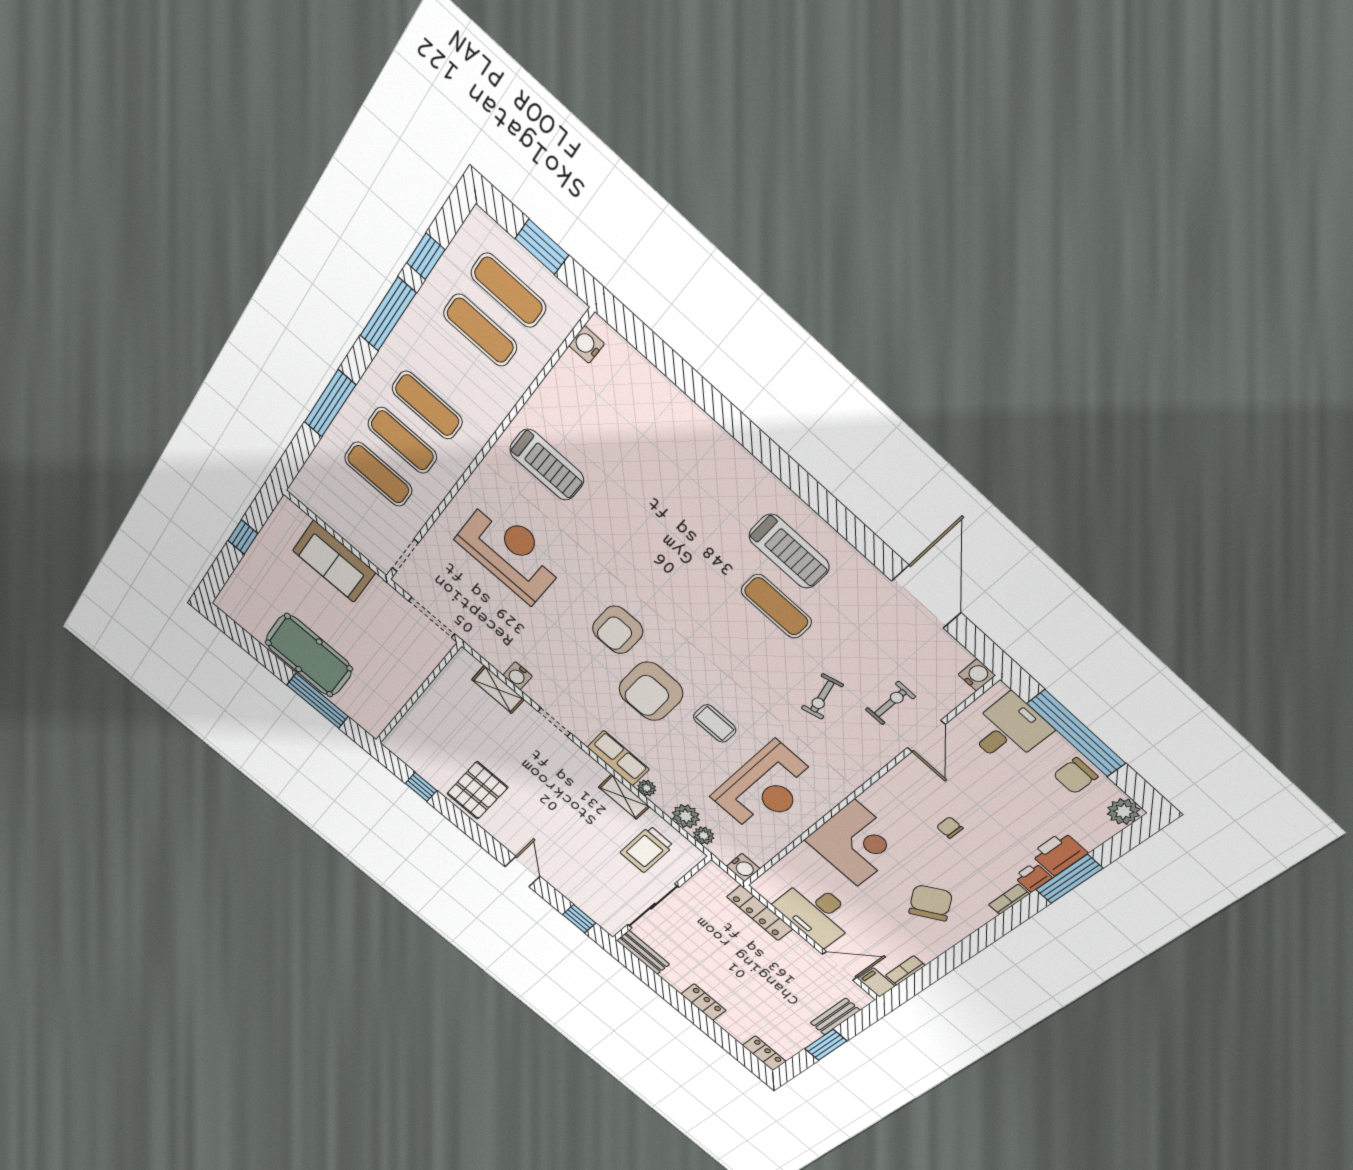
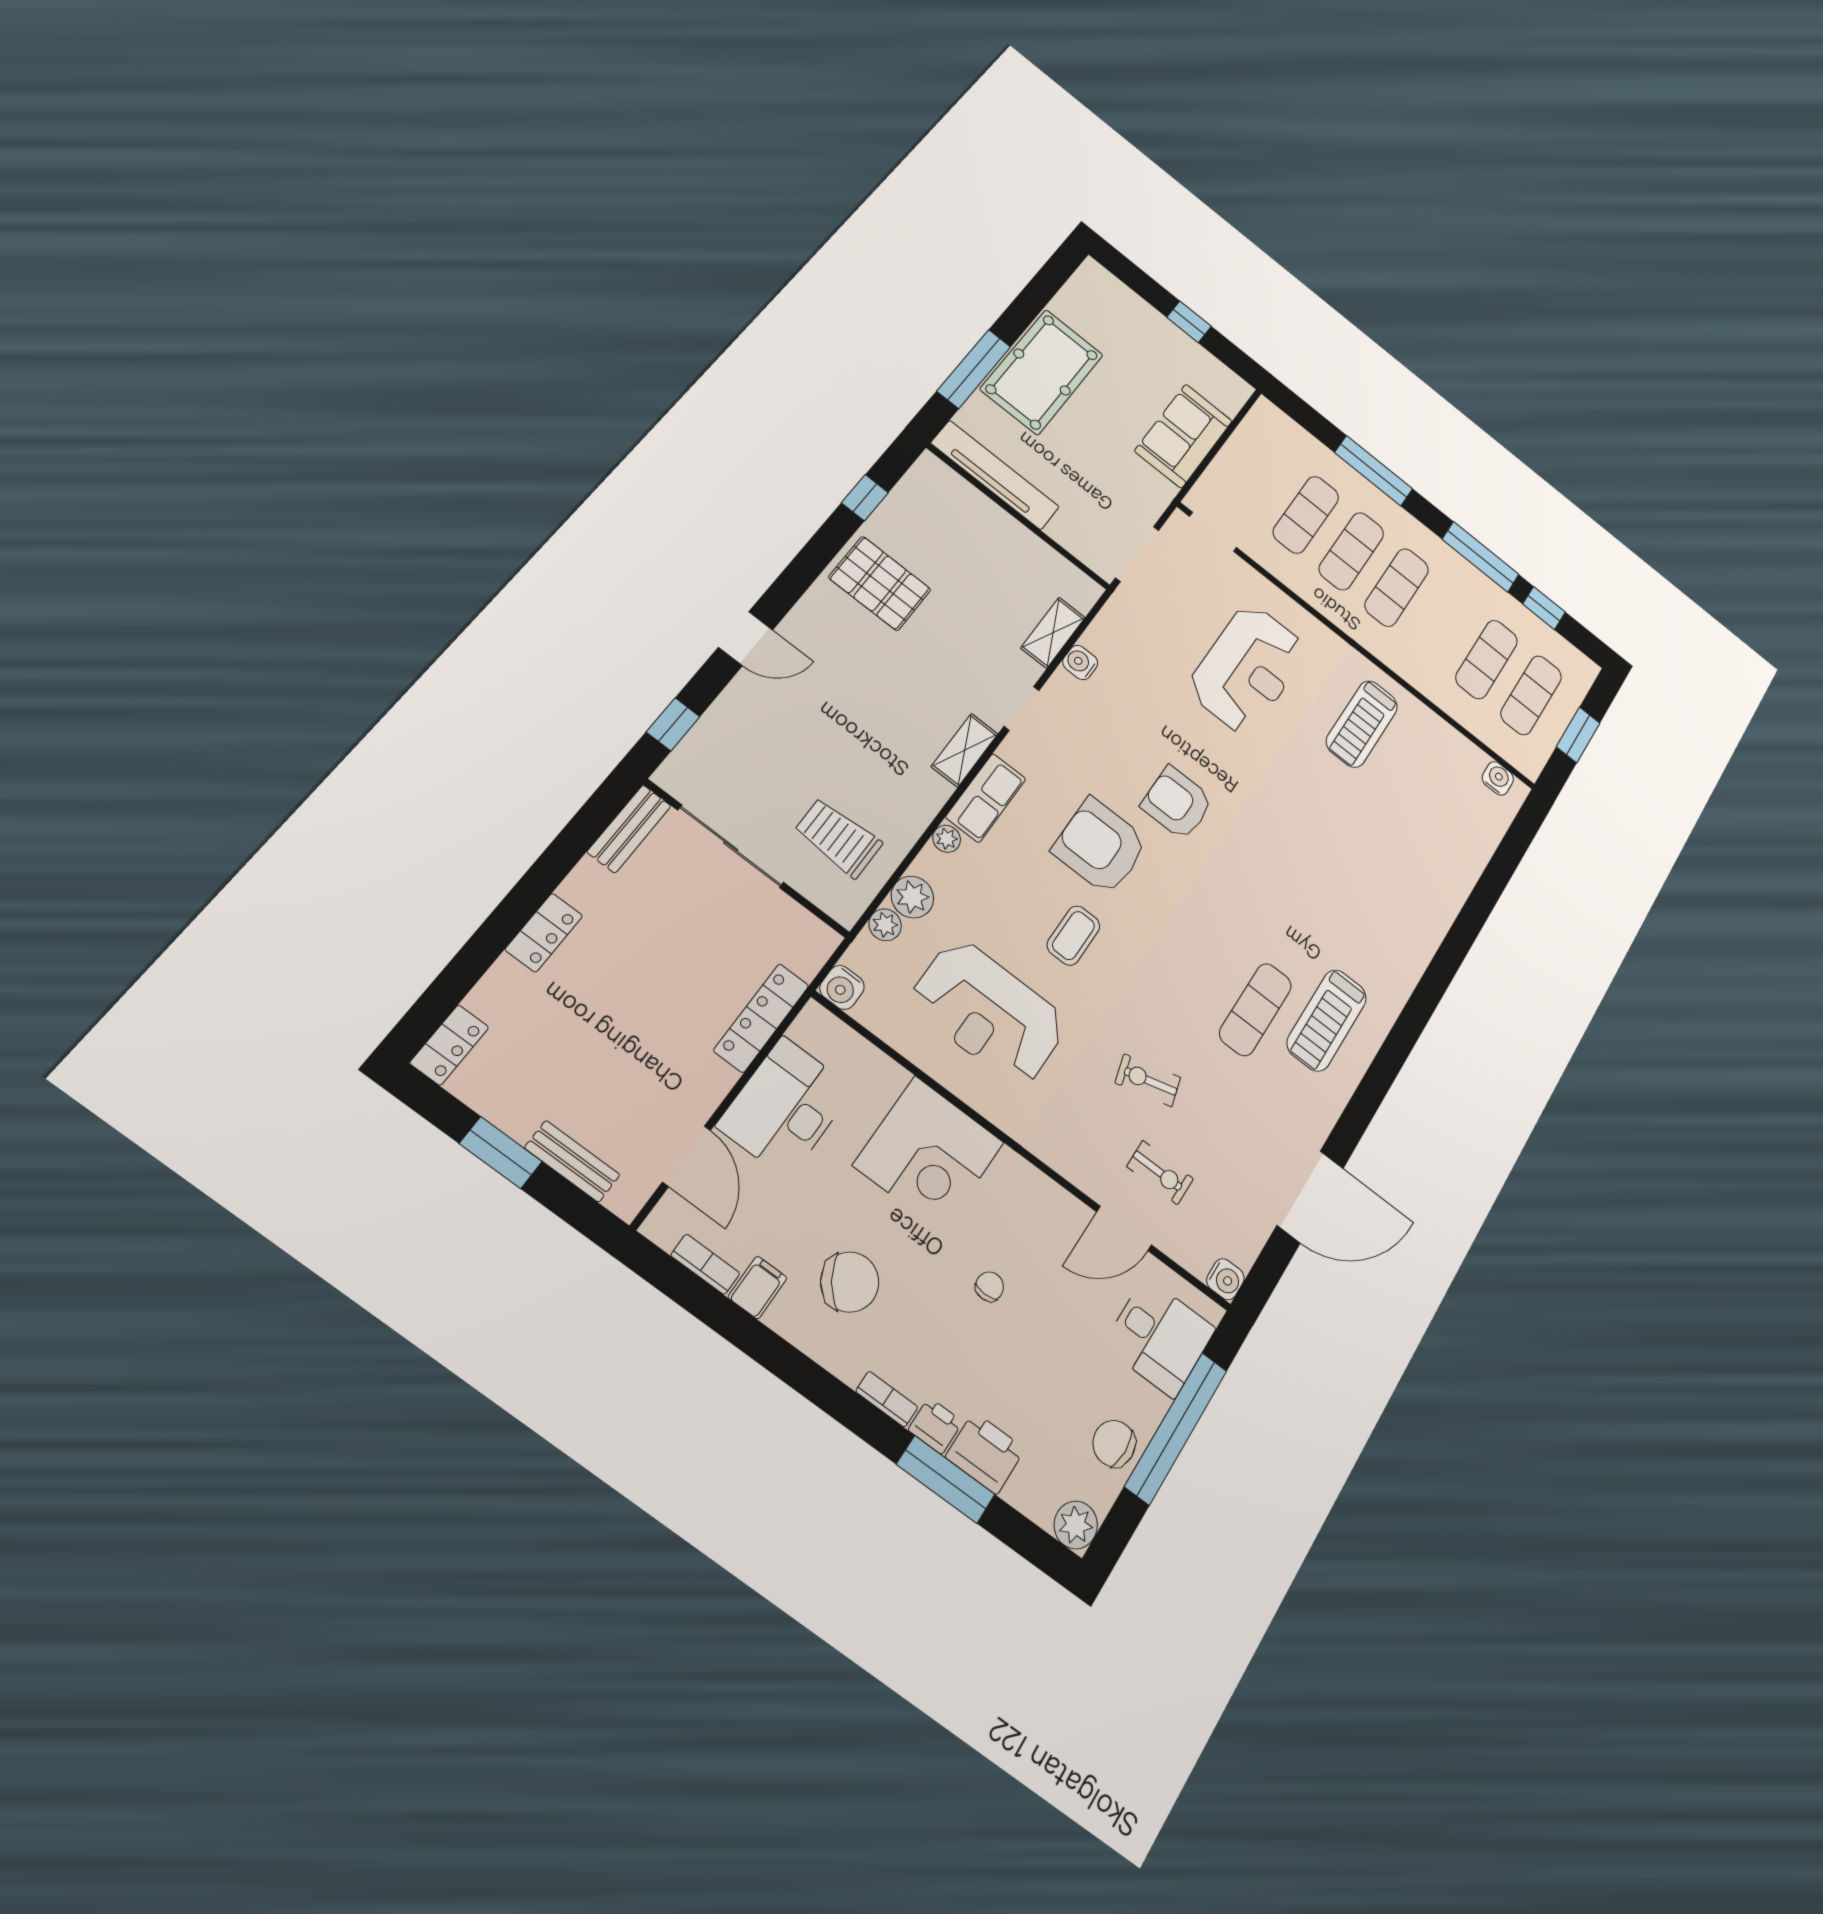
tv unit: (390, 703) -> (995, 475), added
shelving: (624, 797) -> (965, 750), moved
filing cabinet: (876, 982) -> (757, 1287), moved

